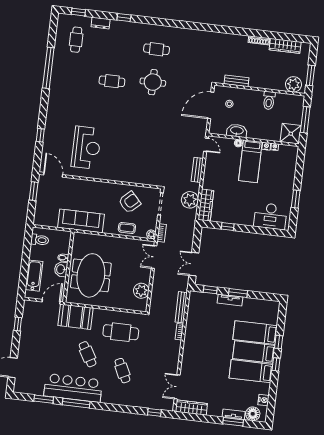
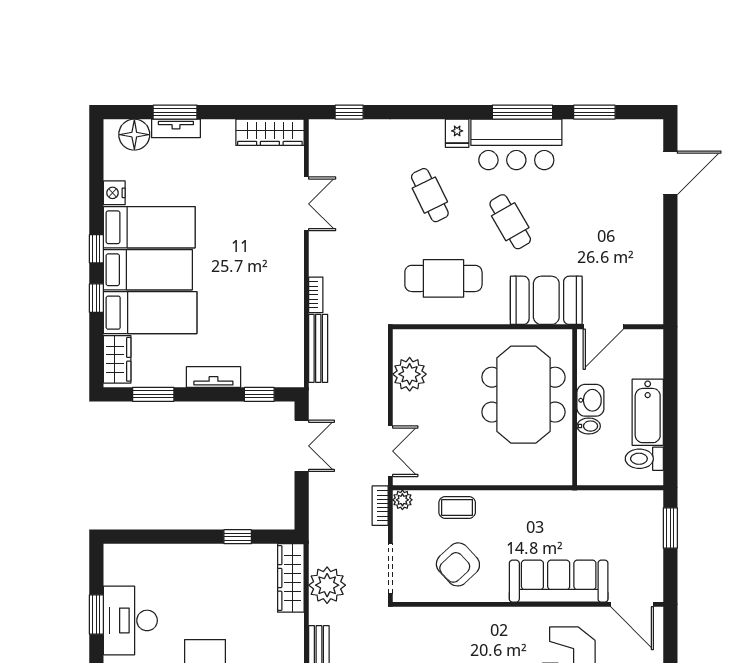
window: (34, 191) -> (670, 528), moved
desk: (270, 216) -> (130, 620), moved, turned -90
sofa: (81, 221) -> (559, 581), moved, turned 180
bathtub: (34, 276) -> (648, 412), moved
window: (238, 293) -> (153, 394), moved
wardrobe: (273, 313) -> (117, 359), added
window: (18, 324) -> (670, 269), removed
double door: (177, 387) -> (306, 204), moved
bar counter: (73, 388) -> (516, 144), width x0.73
fridge: (107, 397) -> (457, 133), added
nightstand: (263, 400) -> (114, 193), moved

